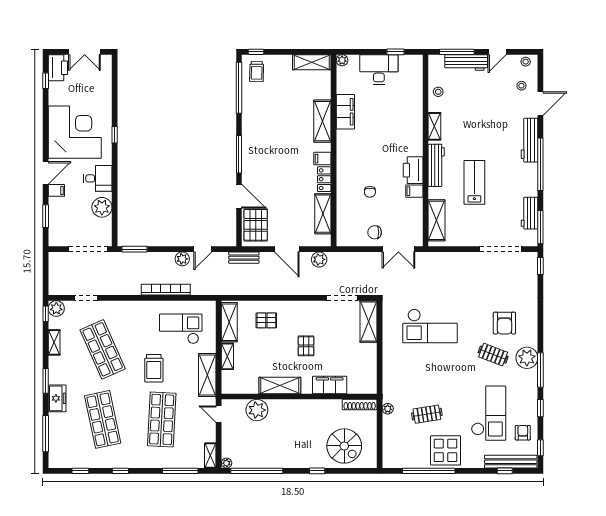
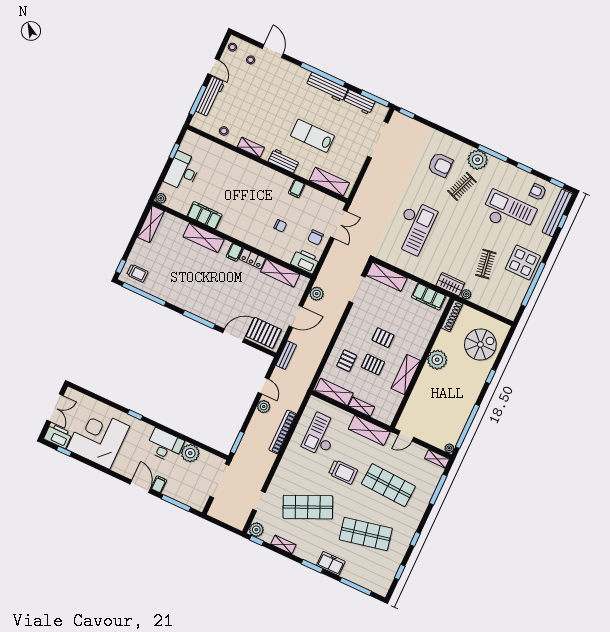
corner desk: (75, 132) -> (98, 438), moved
workbench: (529, 140) -> (327, 87), moved
workbench: (436, 165) -> (284, 161), width x0.73
printer: (413, 170) -> (305, 261), moved, turned 180
desk: (98, 178) -> (165, 445), width x1.37
window: (46, 216) -> (176, 503), width x1.44
pallet: (275, 348) -> (373, 365), added
filing cabinet: (330, 385) -> (429, 297), moved, turned -90
wardrobe: (390, 388) -> (450, 284), added
plant: (257, 410) -> (437, 360), moved

